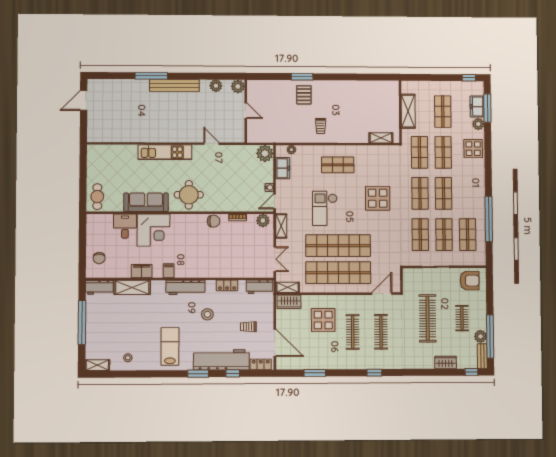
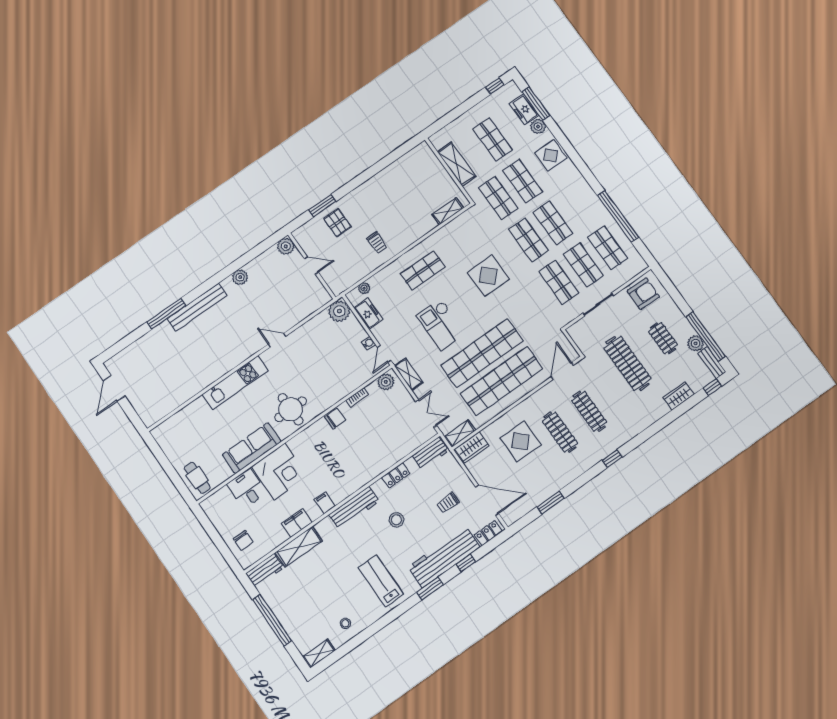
plant: (238, 86) -> (286, 246), moved
door: (246, 111) -> (311, 265), moved
wall: (246, 111) -> (312, 266), moved

